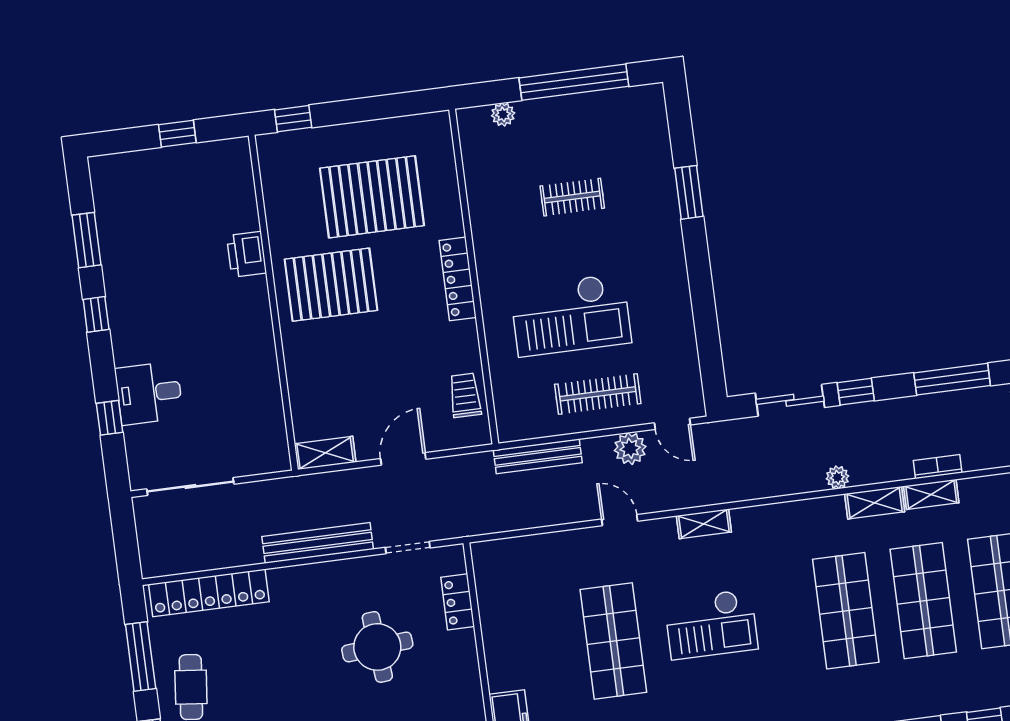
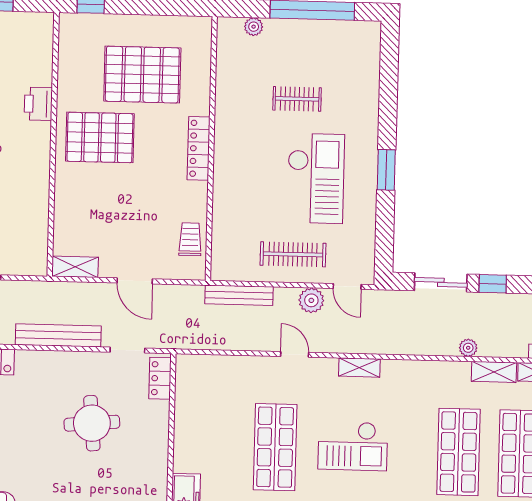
window: (689, 192) -> (386, 170), moved
checkout: (571, 315) -> (316, 178), moved, turned -90
door: (403, 459) -> (135, 281), swing flipped
locker: (458, 602) -> (160, 378), moved

